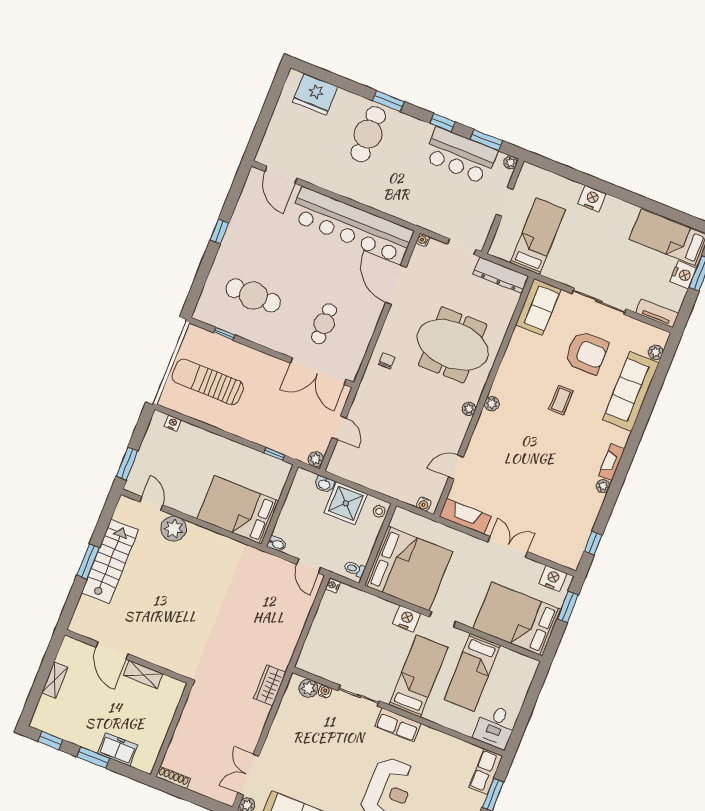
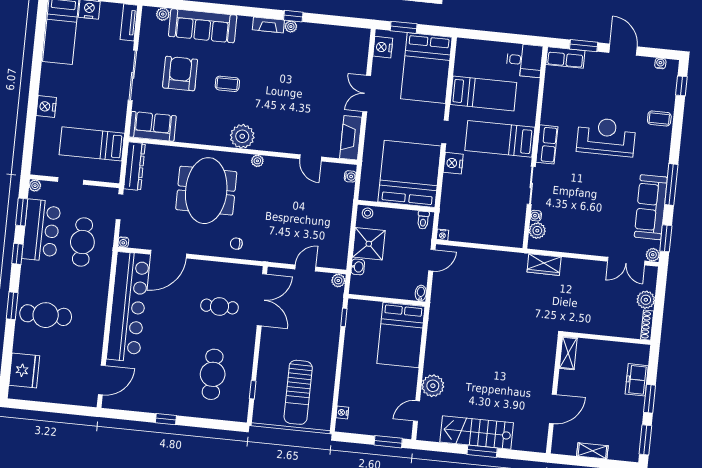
cafe table: (435, 196) -> (82, 242), added
plant: (492, 404) -> (242, 136), width x1.88, depth x1.88
window: (593, 543) -> (293, 16), moved
shelving: (143, 675) -> (568, 353), moved
window: (50, 740) -> (645, 440), width x1.50
plant: (201, 784) -> (646, 300), added

